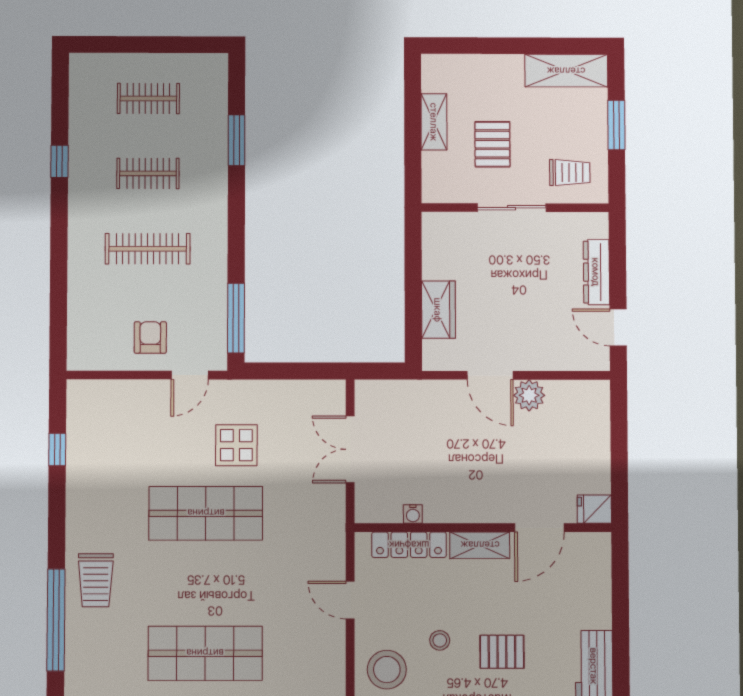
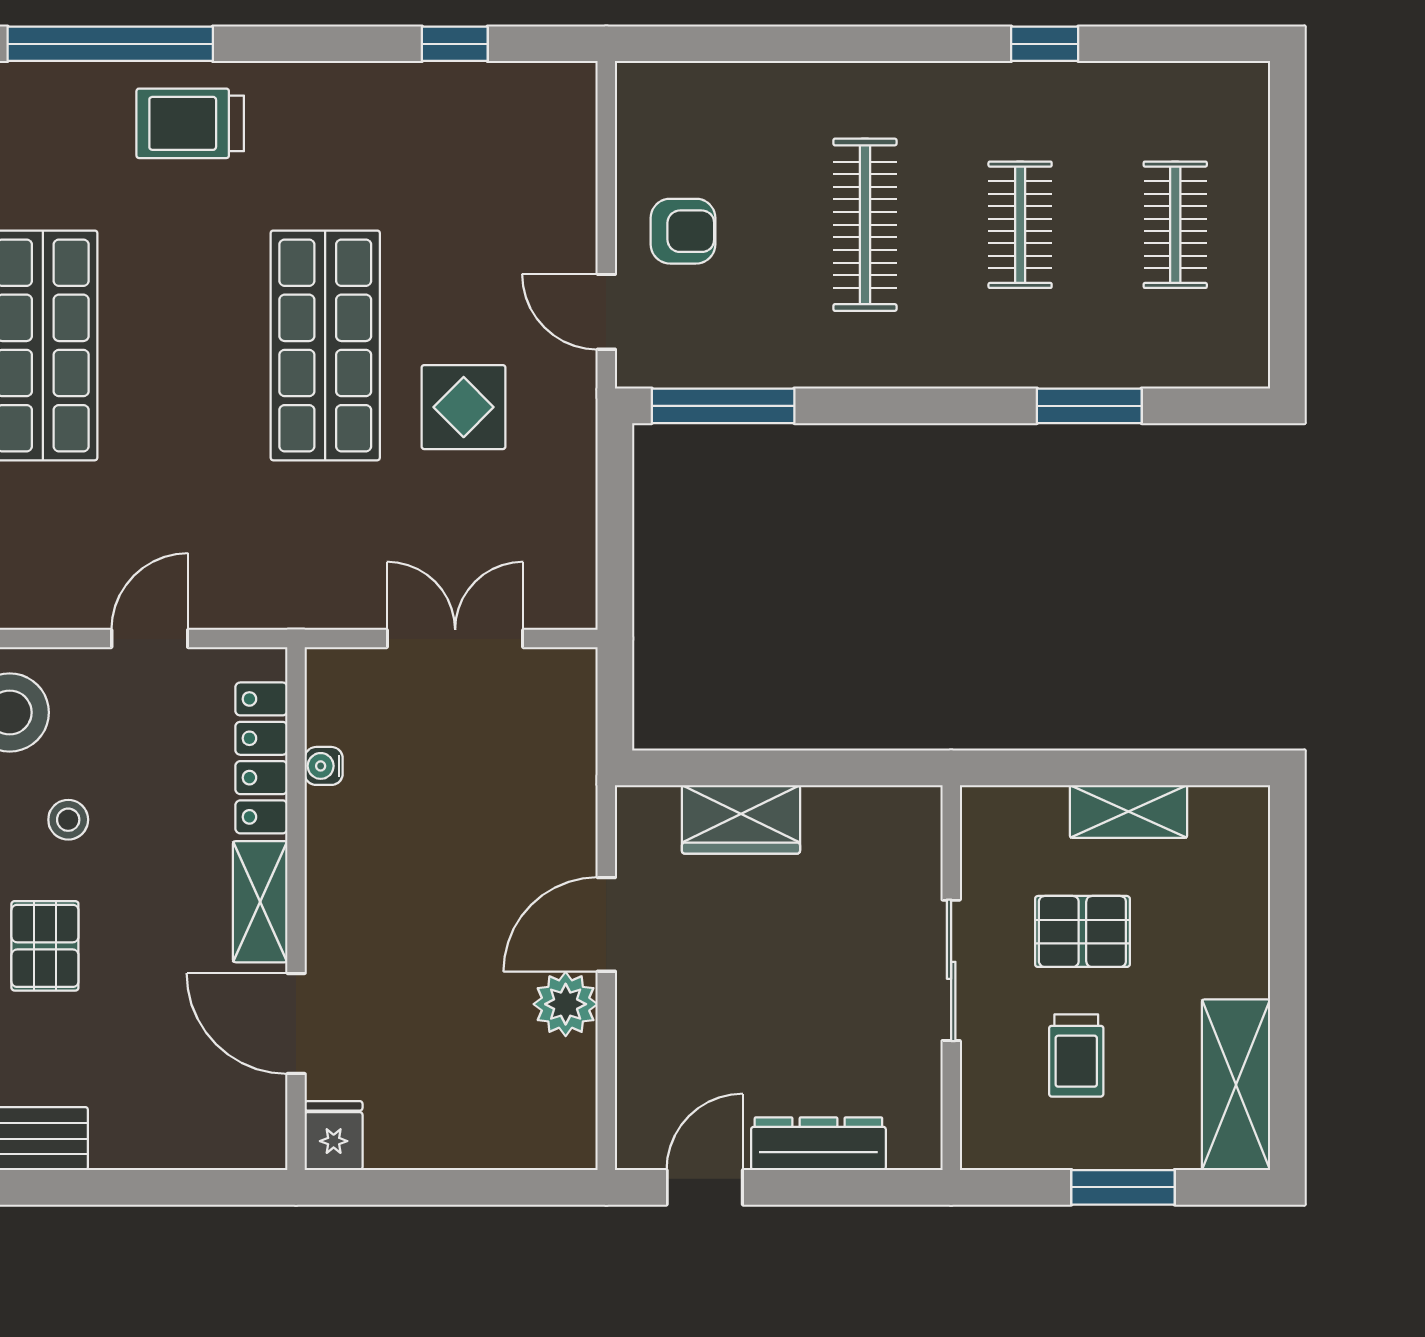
trolley: (570, 173) -> (1076, 1055), moved

